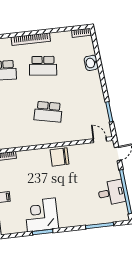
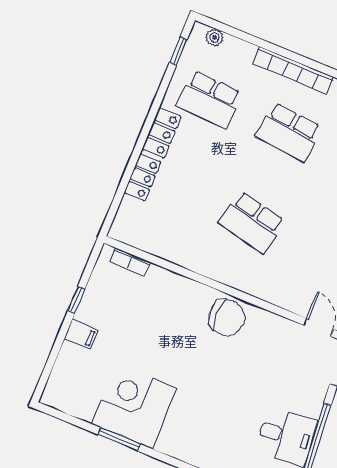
chair: (60, 157) -> (227, 318), turned 180

